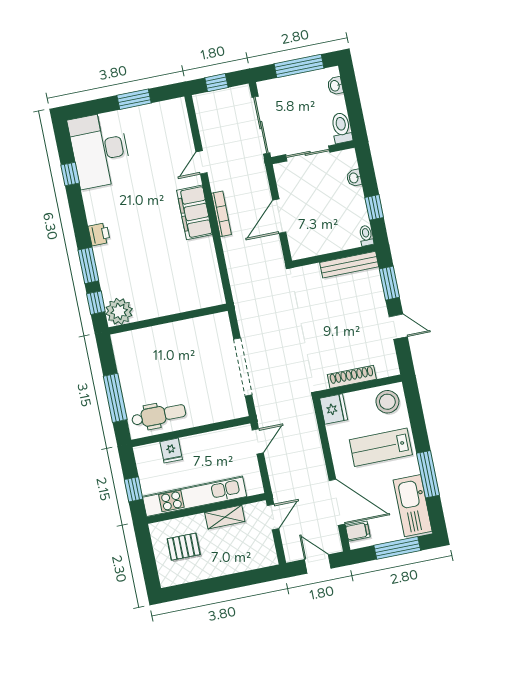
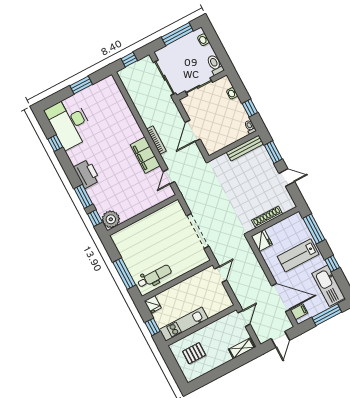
door: (201, 162) -> (169, 177), moved
filing cabinet: (194, 212) -> (145, 155), moved
printer: (99, 234) -> (87, 174), width x1.87, depth x1.48
stool: (387, 402) -> (294, 226), removed
window: (416, 415) -> (314, 229), added
fridge: (171, 451) -> (153, 304), moved
window: (428, 474) -> (332, 264), width x0.46
kitchen unit: (195, 496) -> (184, 324), width x0.73
shelving: (225, 517) -> (242, 348), moved
door: (318, 564) -> (280, 339), swing flipped

